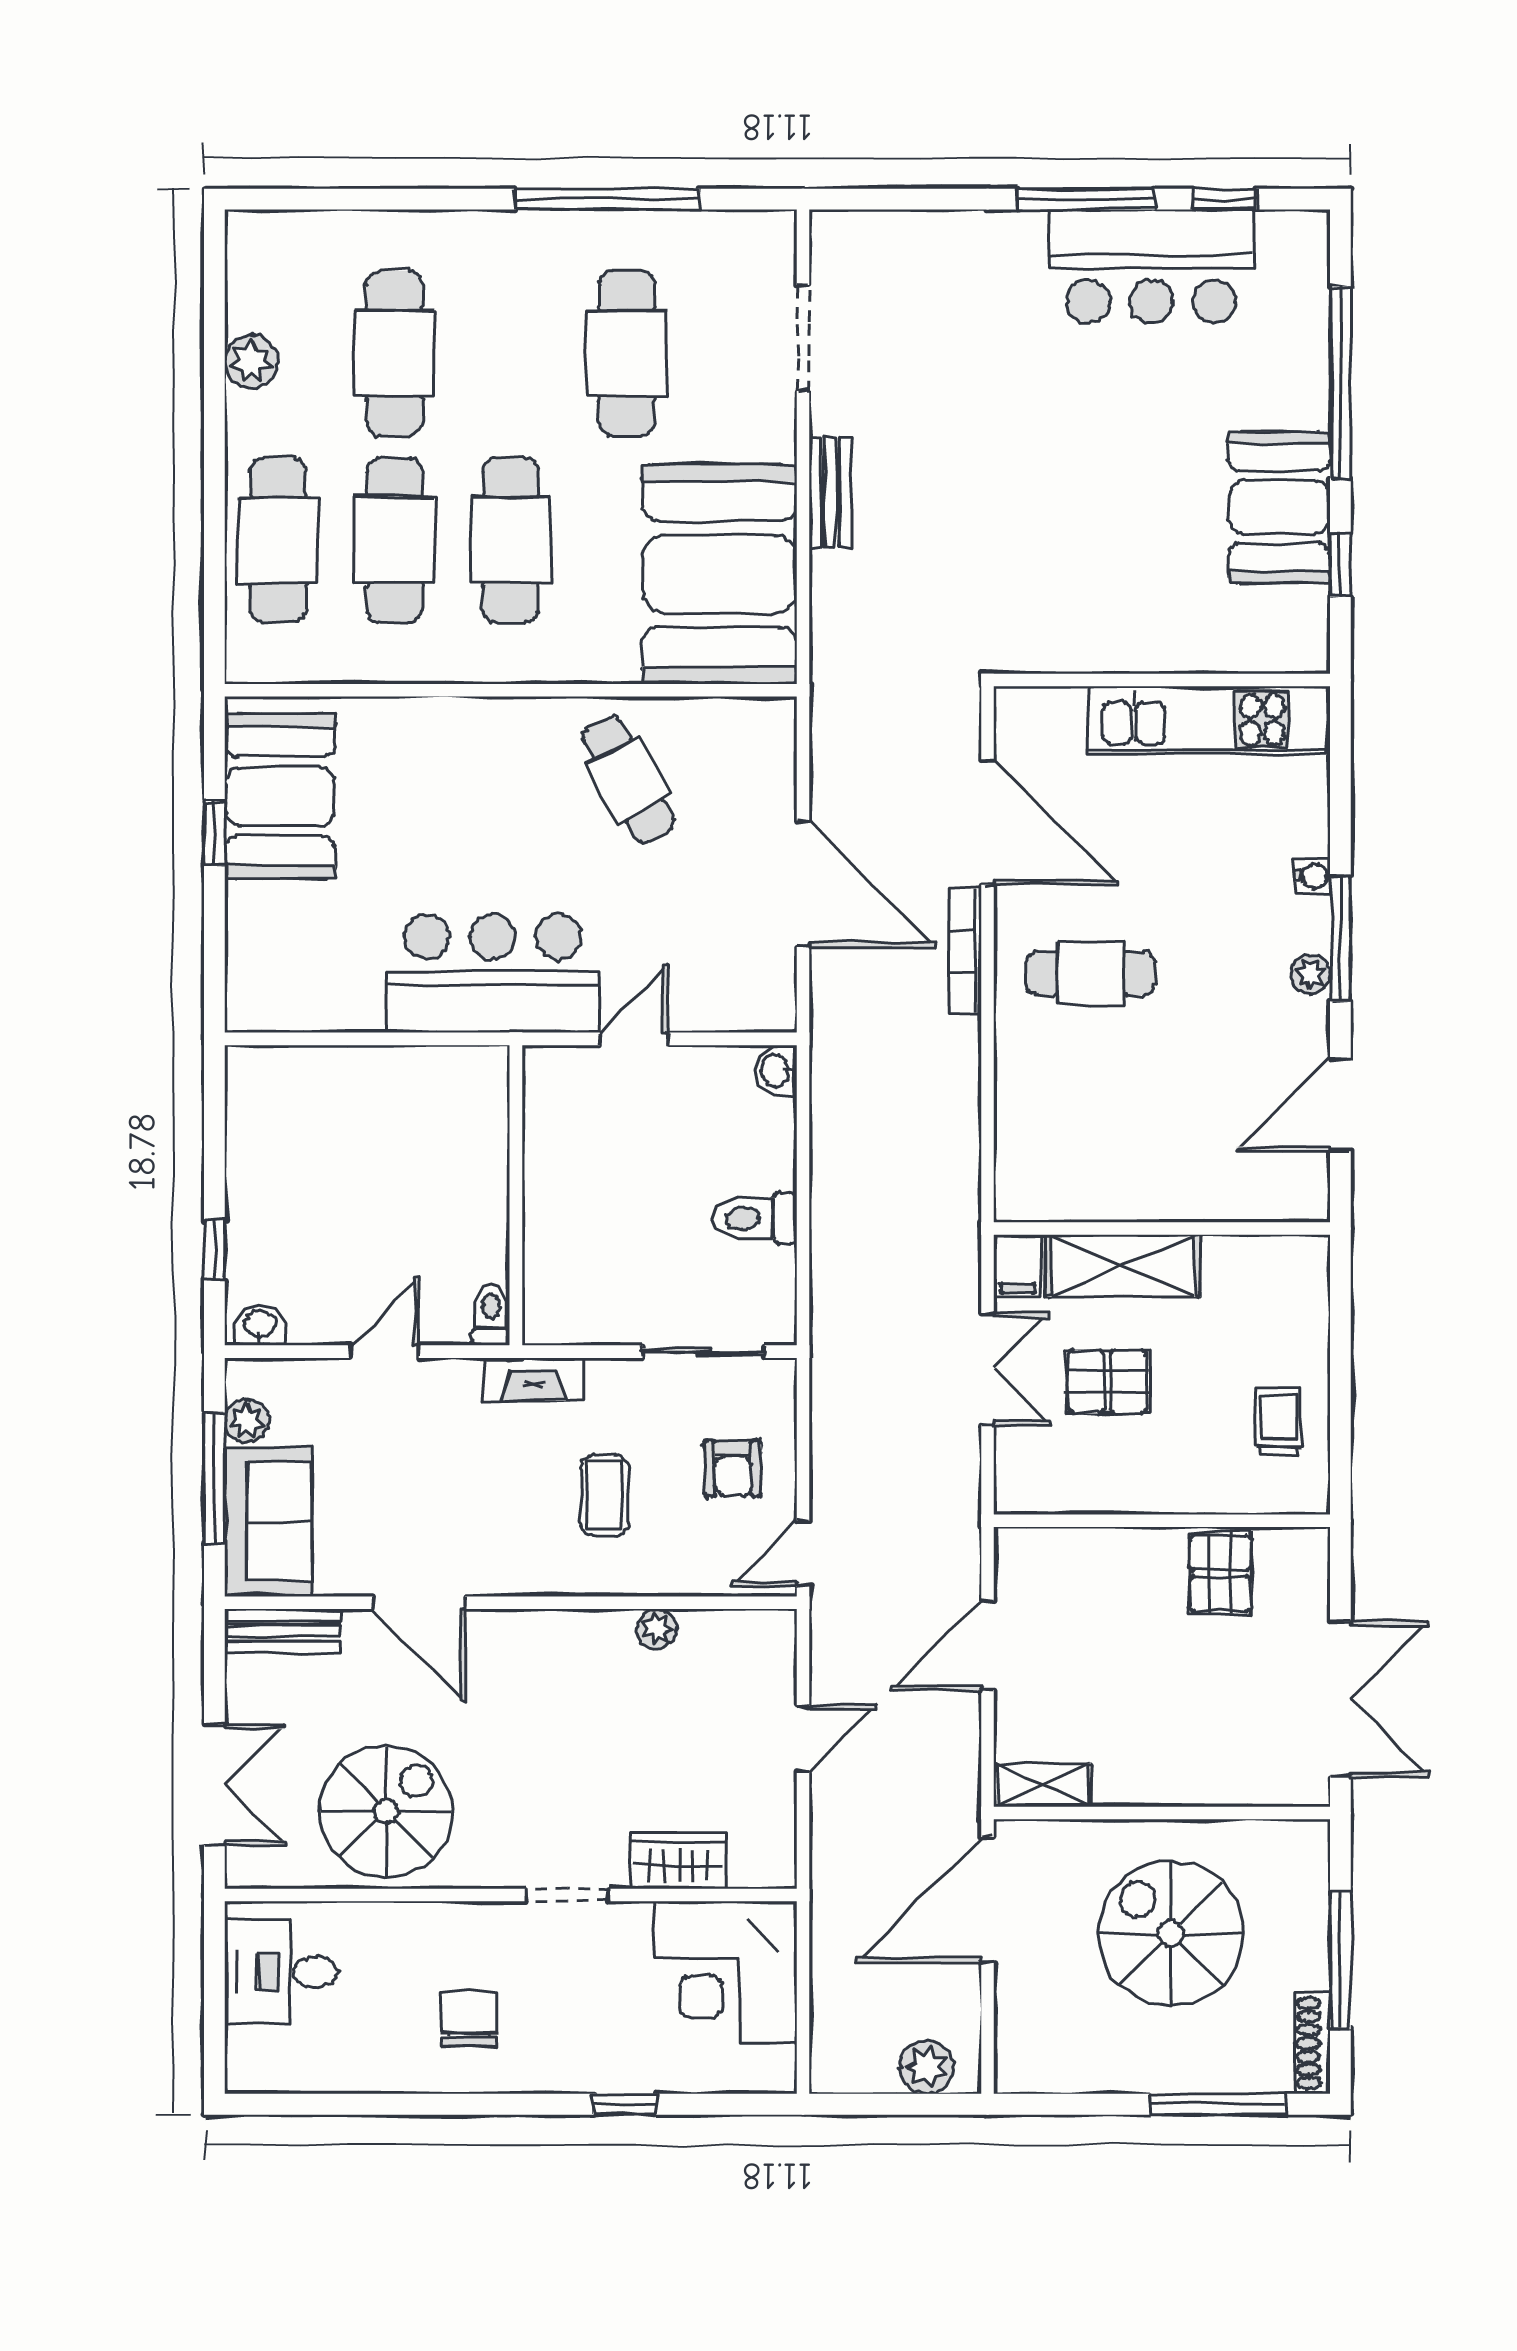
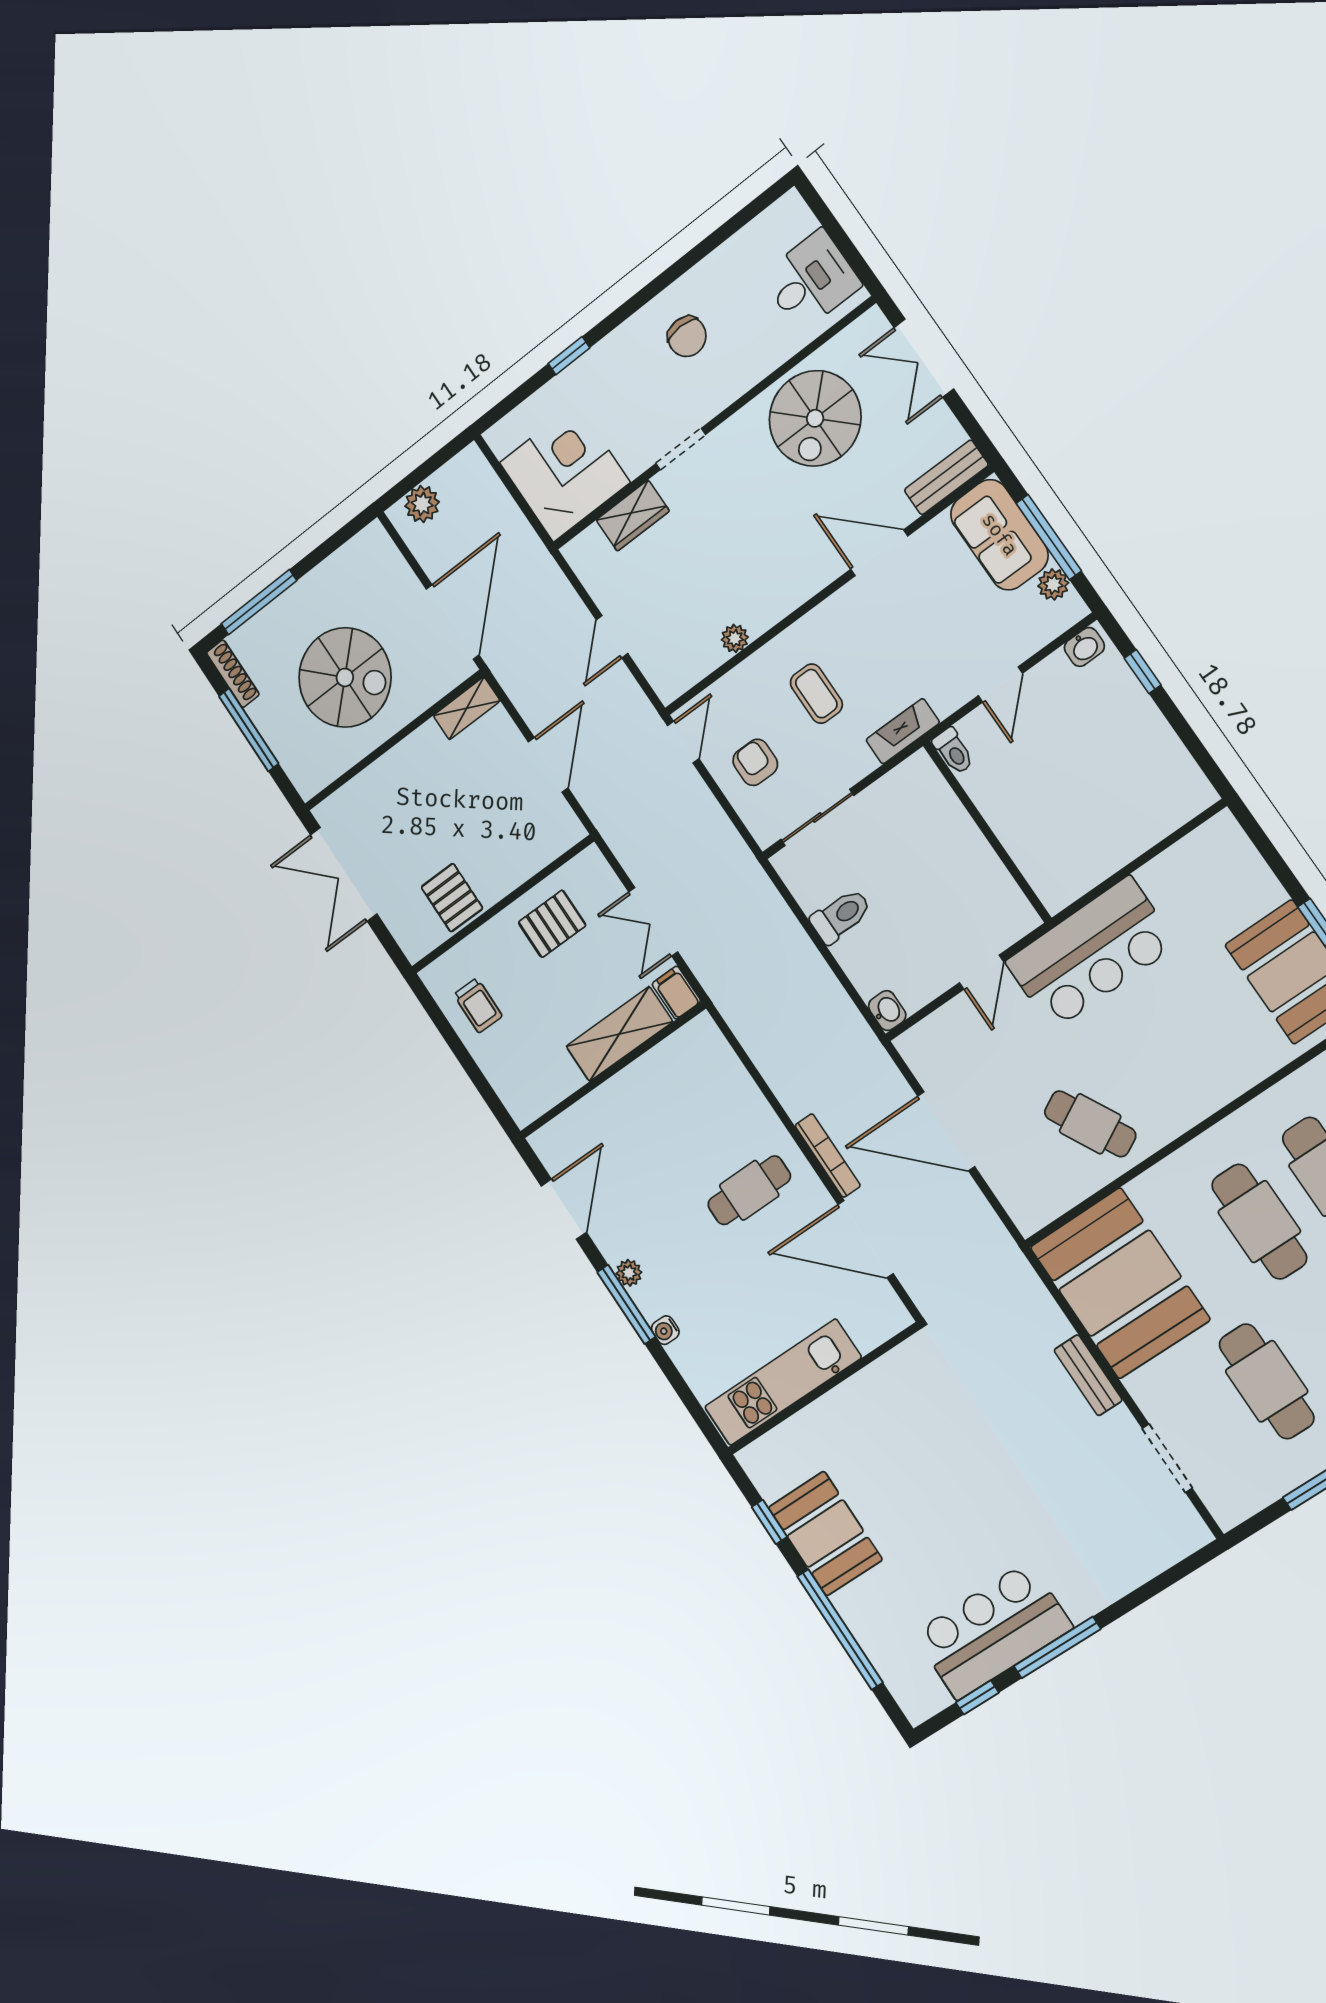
pallet: (1107, 1382) -> (552, 924), moved

